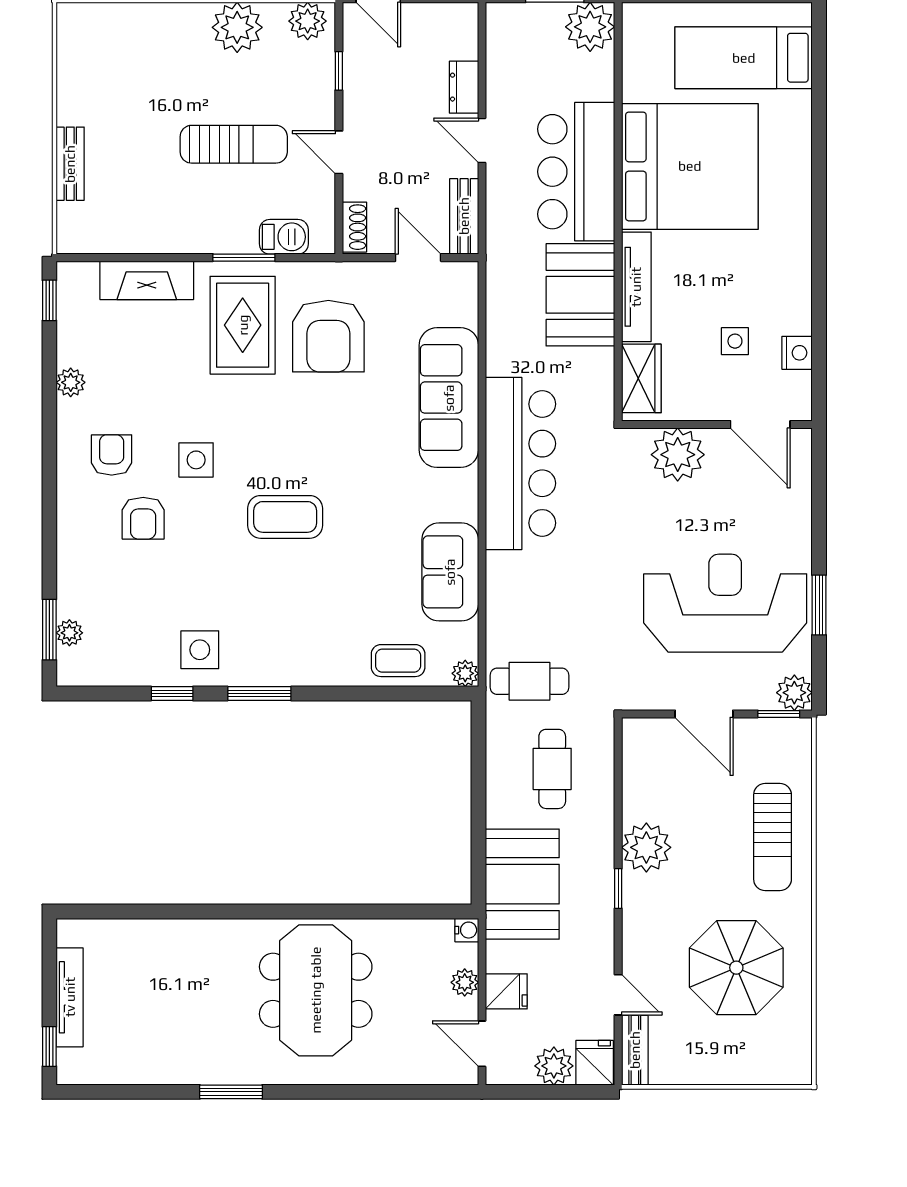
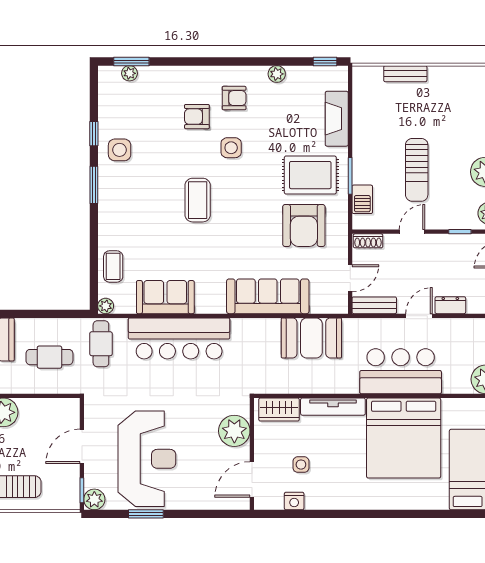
booth: (580, 295) -> (311, 338), moved
armchair: (328, 336) -> (304, 225), turned -90
bar counter: (520, 463) -> (179, 338), moved

